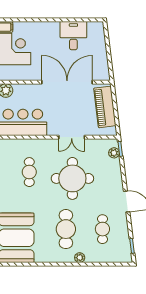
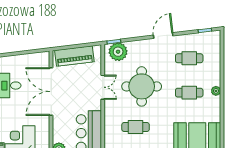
plant: (114, 153) -> (118, 52), width x1.87, depth x1.87
cafe table: (66, 229) -> (189, 93), width x0.73, depth x0.74
plant: (80, 258) -> (216, 91), moved

